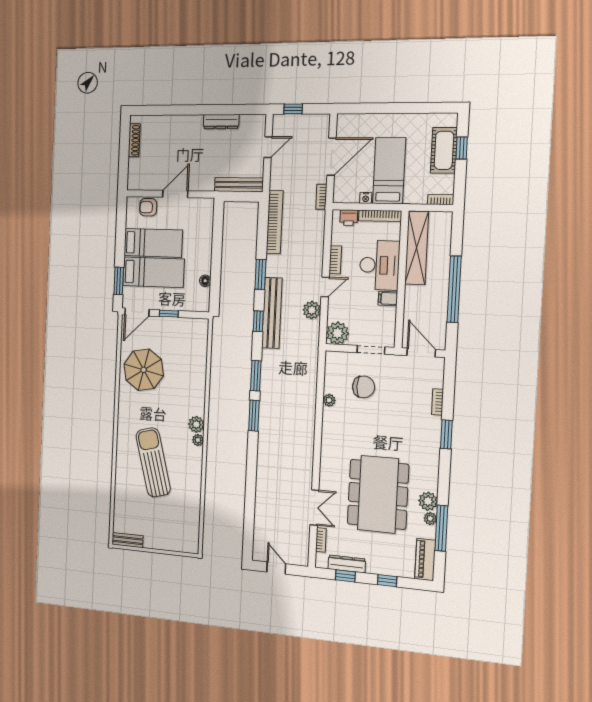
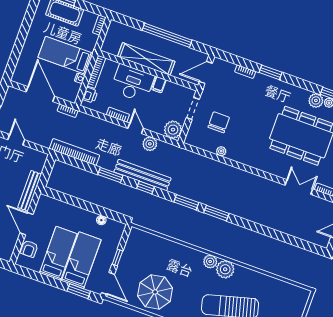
bench: (239, 185) -> (30, 191), moved
shelving: (417, 248) -> (146, 59), moved
plant: (198, 440) -> (225, 269), width x1.87, depth x1.87

